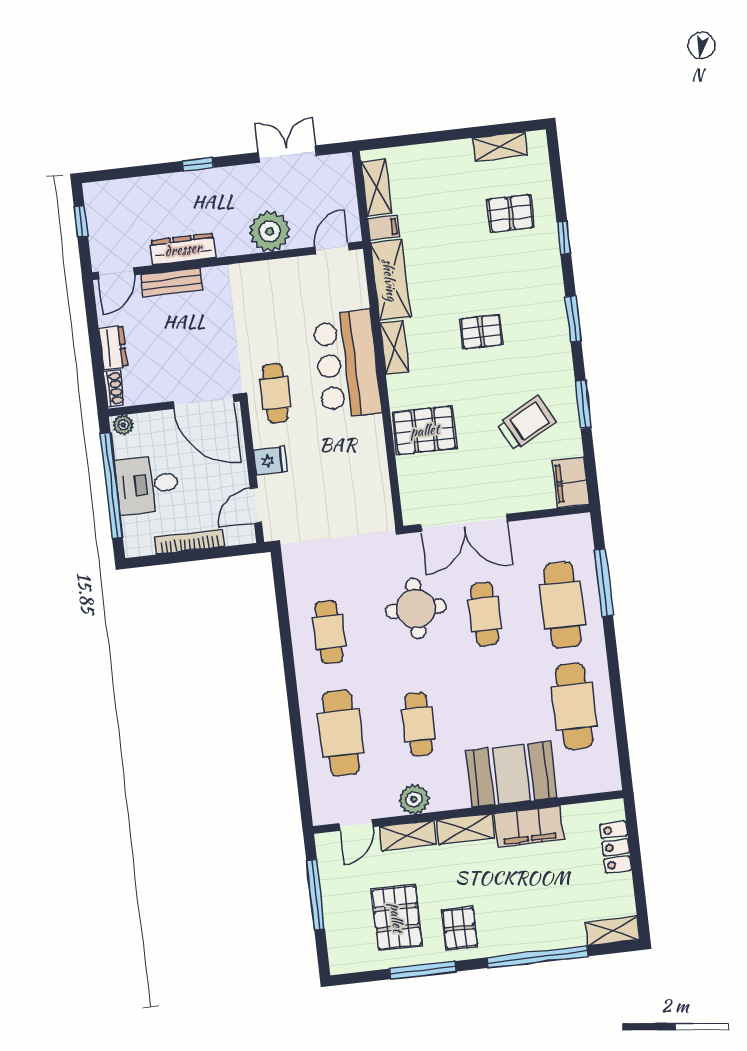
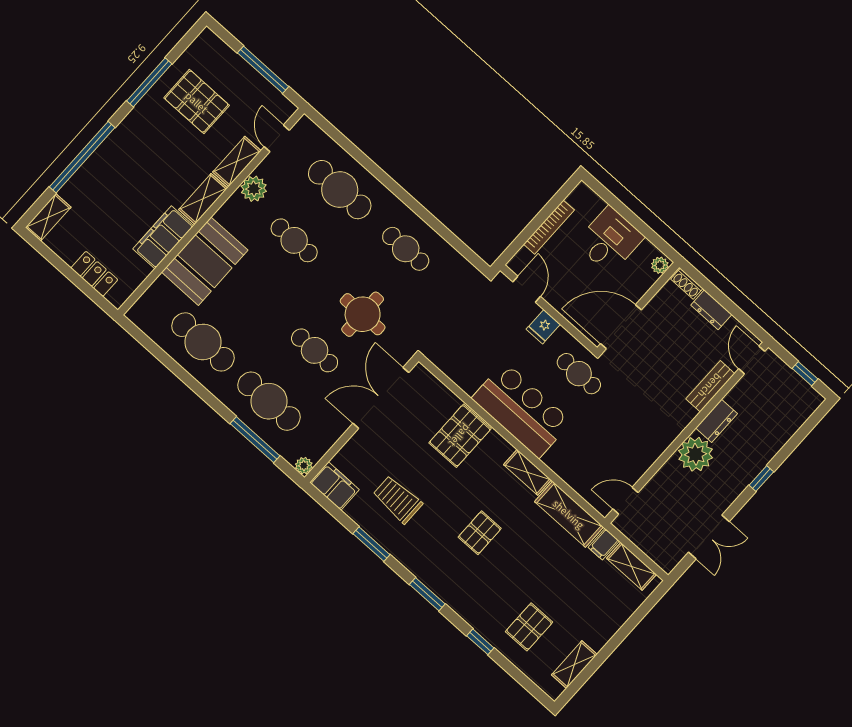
plant: (270, 231) -> (696, 454), moved
dresser: (183, 249) -> (717, 421), width x0.70
door: (332, 249) -> (625, 501), swing flipped
bar counter: (347, 364) -> (522, 410), moved
trolley: (527, 423) -> (398, 499), turned 118
window: (111, 486) -> (632, 219), removed
plant: (581, 523) -> (304, 466), added
pallet: (460, 928) -> (149, 131), removed

